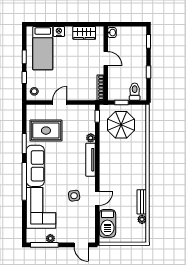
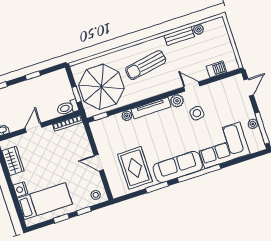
toilet: (135, 92) -> (67, 108), moved
parasol: (121, 125) -> (101, 87), width x1.36, depth x1.36
sun lounger: (127, 167) -> (146, 65), added
plant: (89, 183) -> (177, 101), added
barbecue: (107, 223) -> (216, 69), width x0.53, depth x0.65

